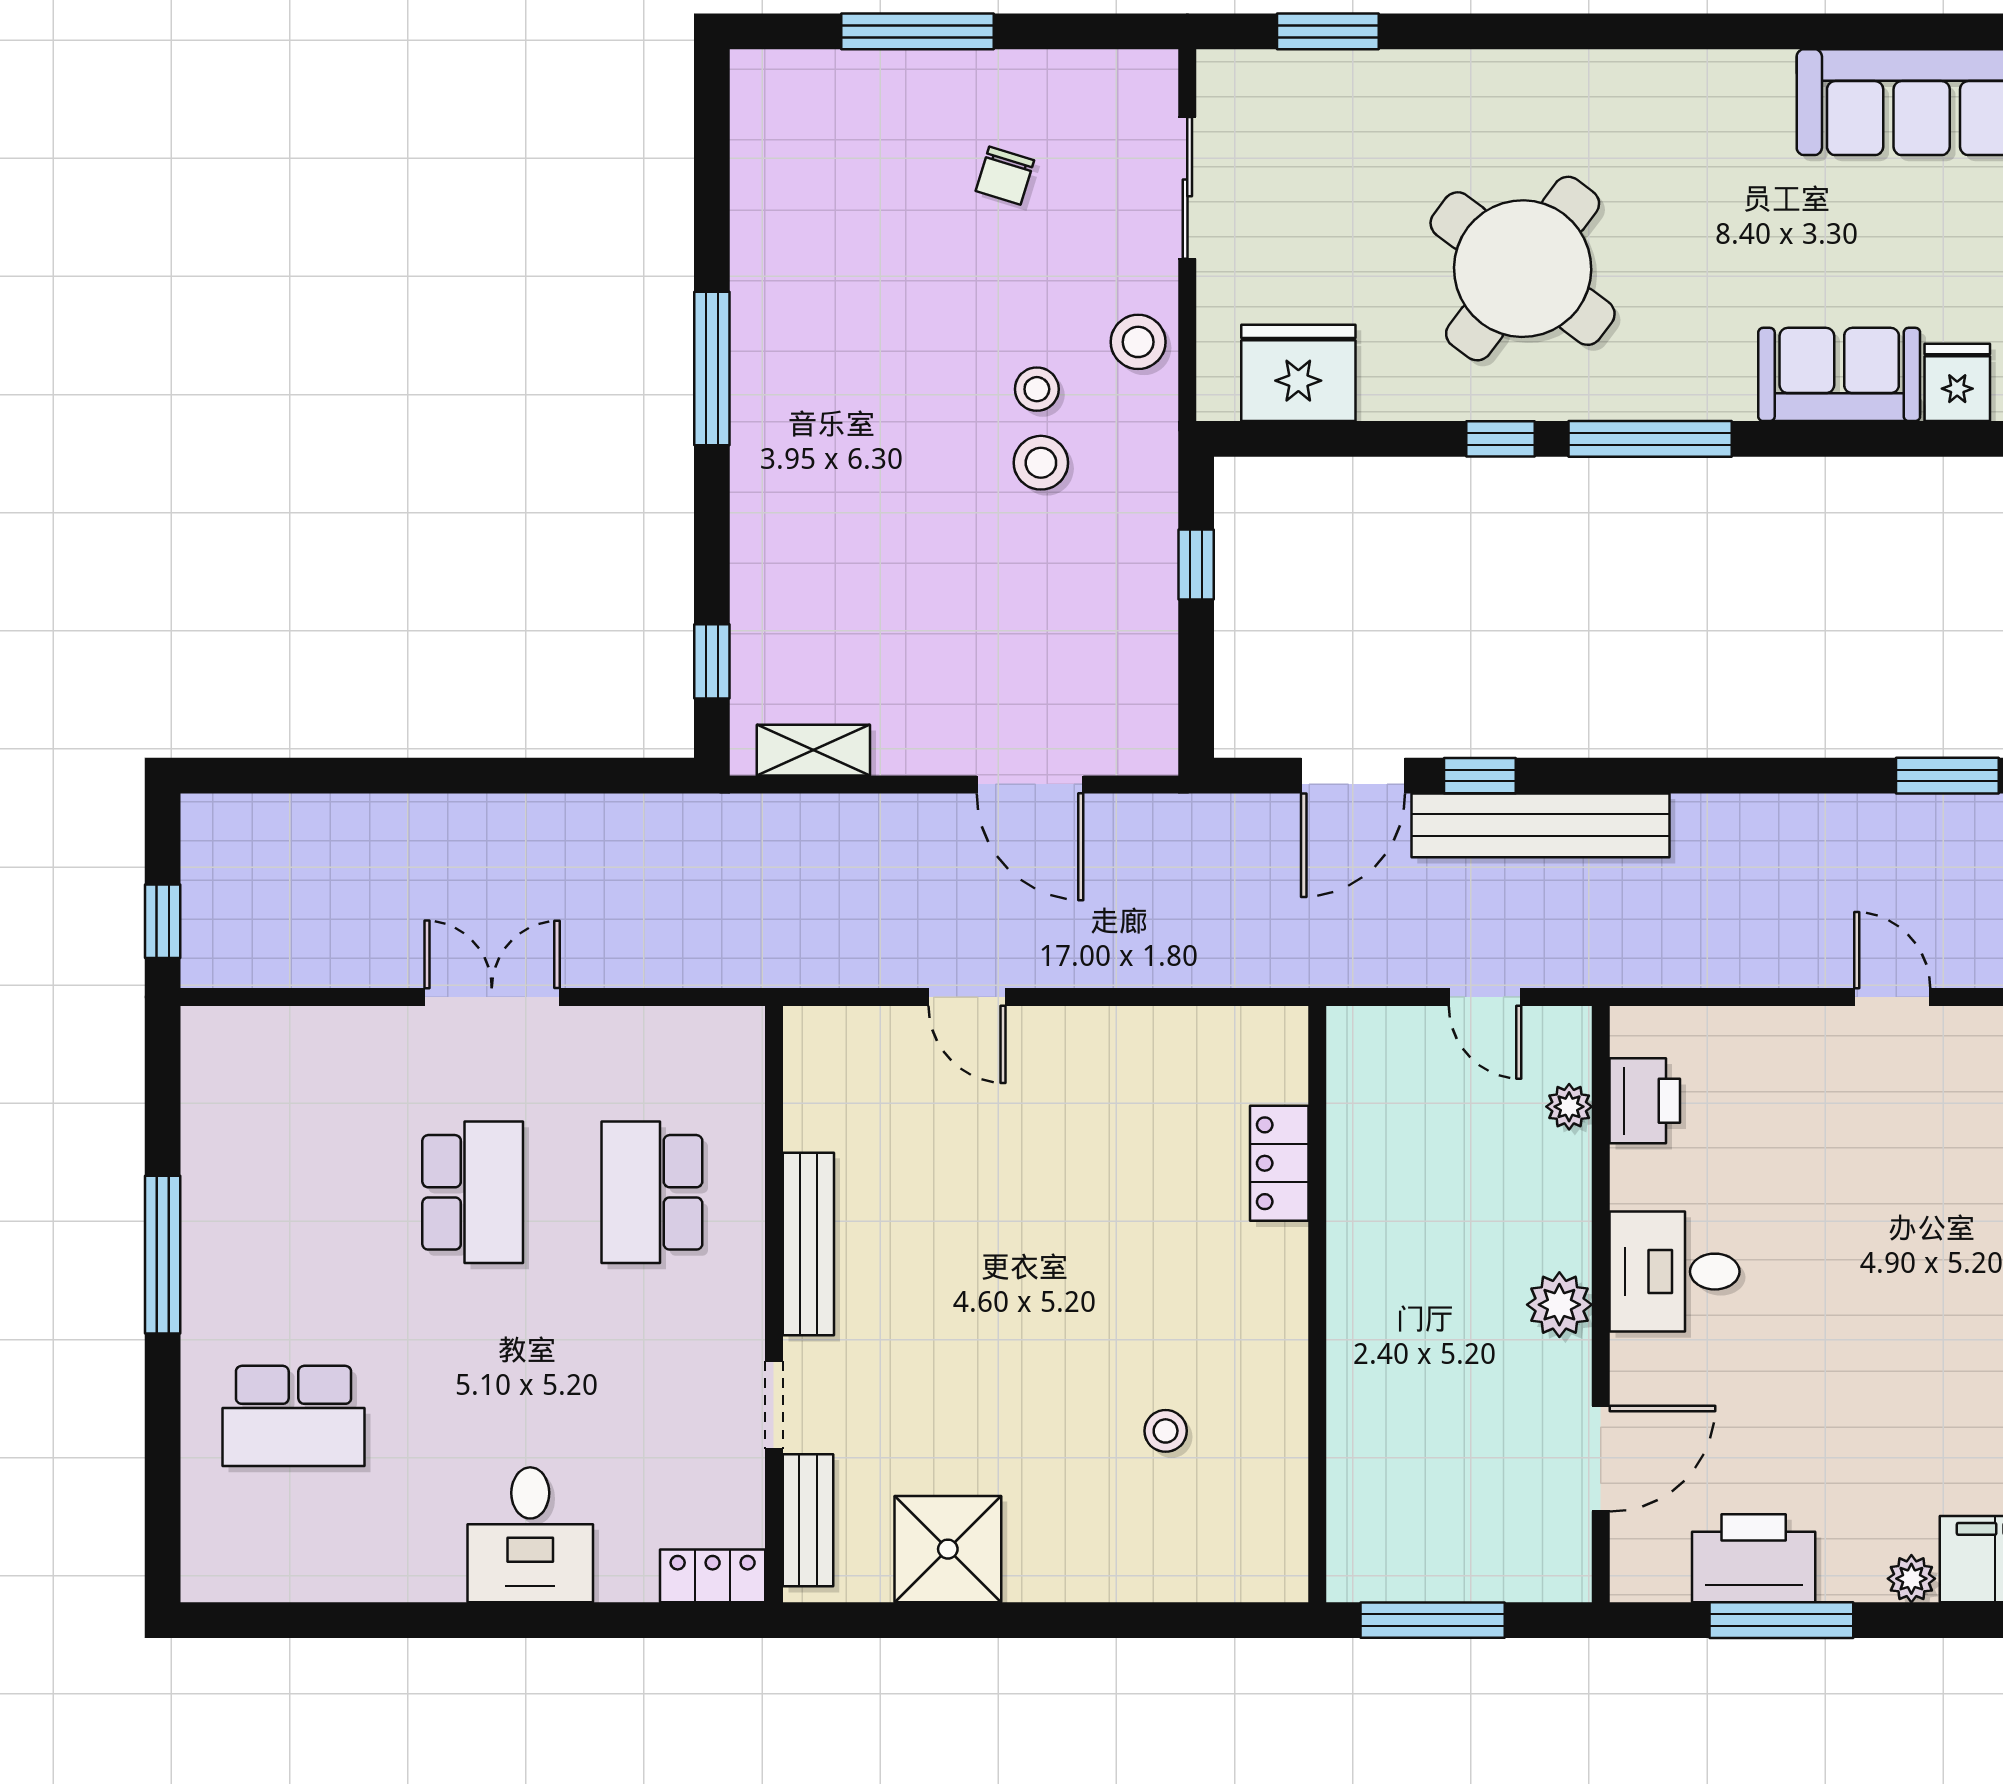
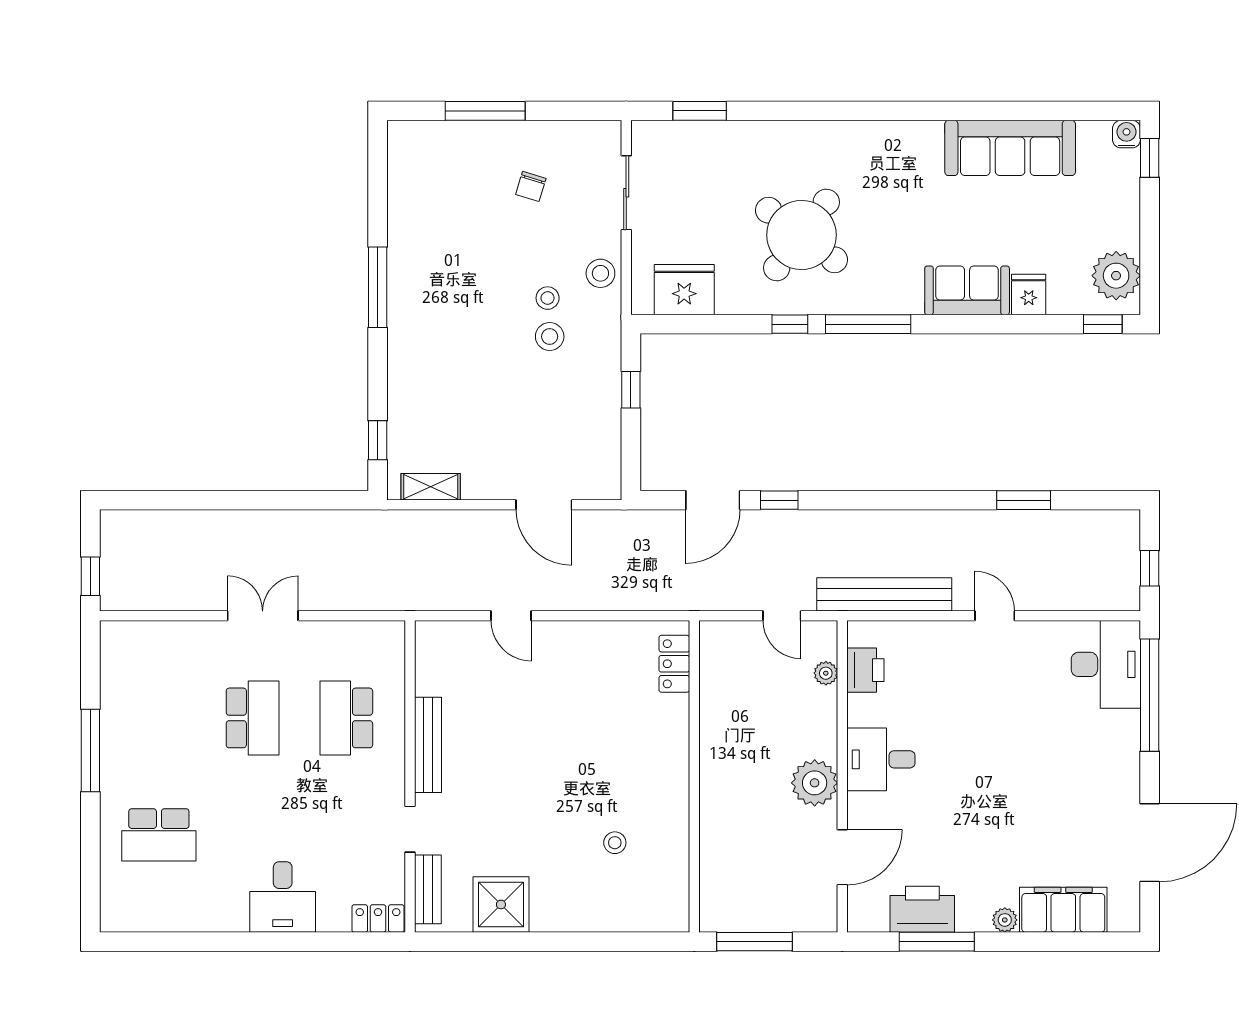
bench: (1540, 825) -> (884, 594), moved
locker: (1279, 1163) -> (674, 664), moved
plant: (1559, 1305) -> (815, 783), width x1.36, depth x1.36

